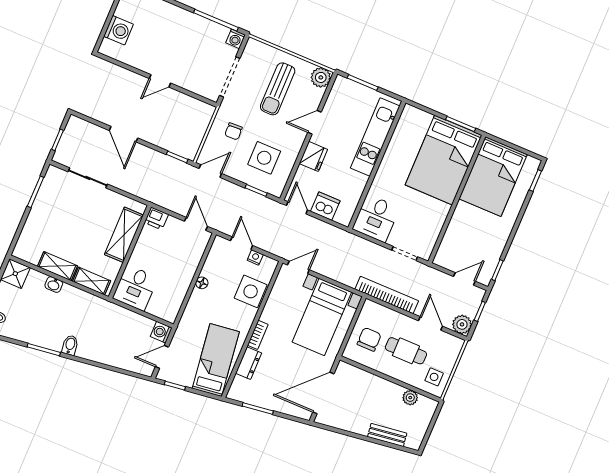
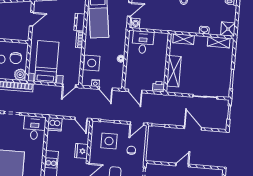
dishwasher: (325, 206) -> (55, 124), moved
shelving: (57, 266) -> (219, 42), moved
desk: (135, 288) -> (143, 42), moved
plant: (371, 311) -> (20, 75), added
door: (323, 393) -> (32, 19), width x0.53

